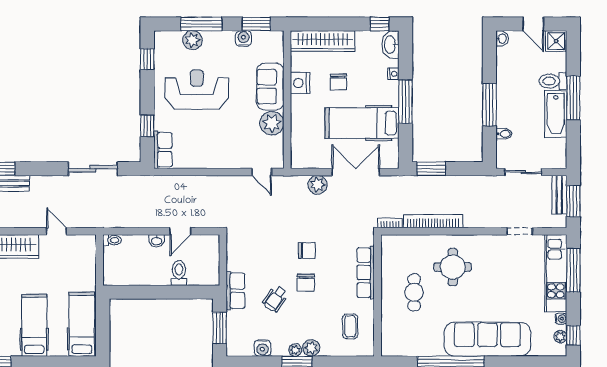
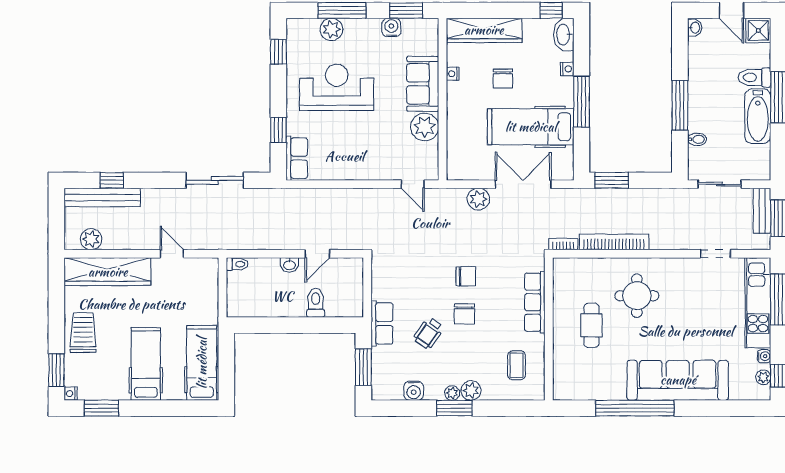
nightstand: (300, 83) -> (453, 74), width x0.53, depth x0.56

